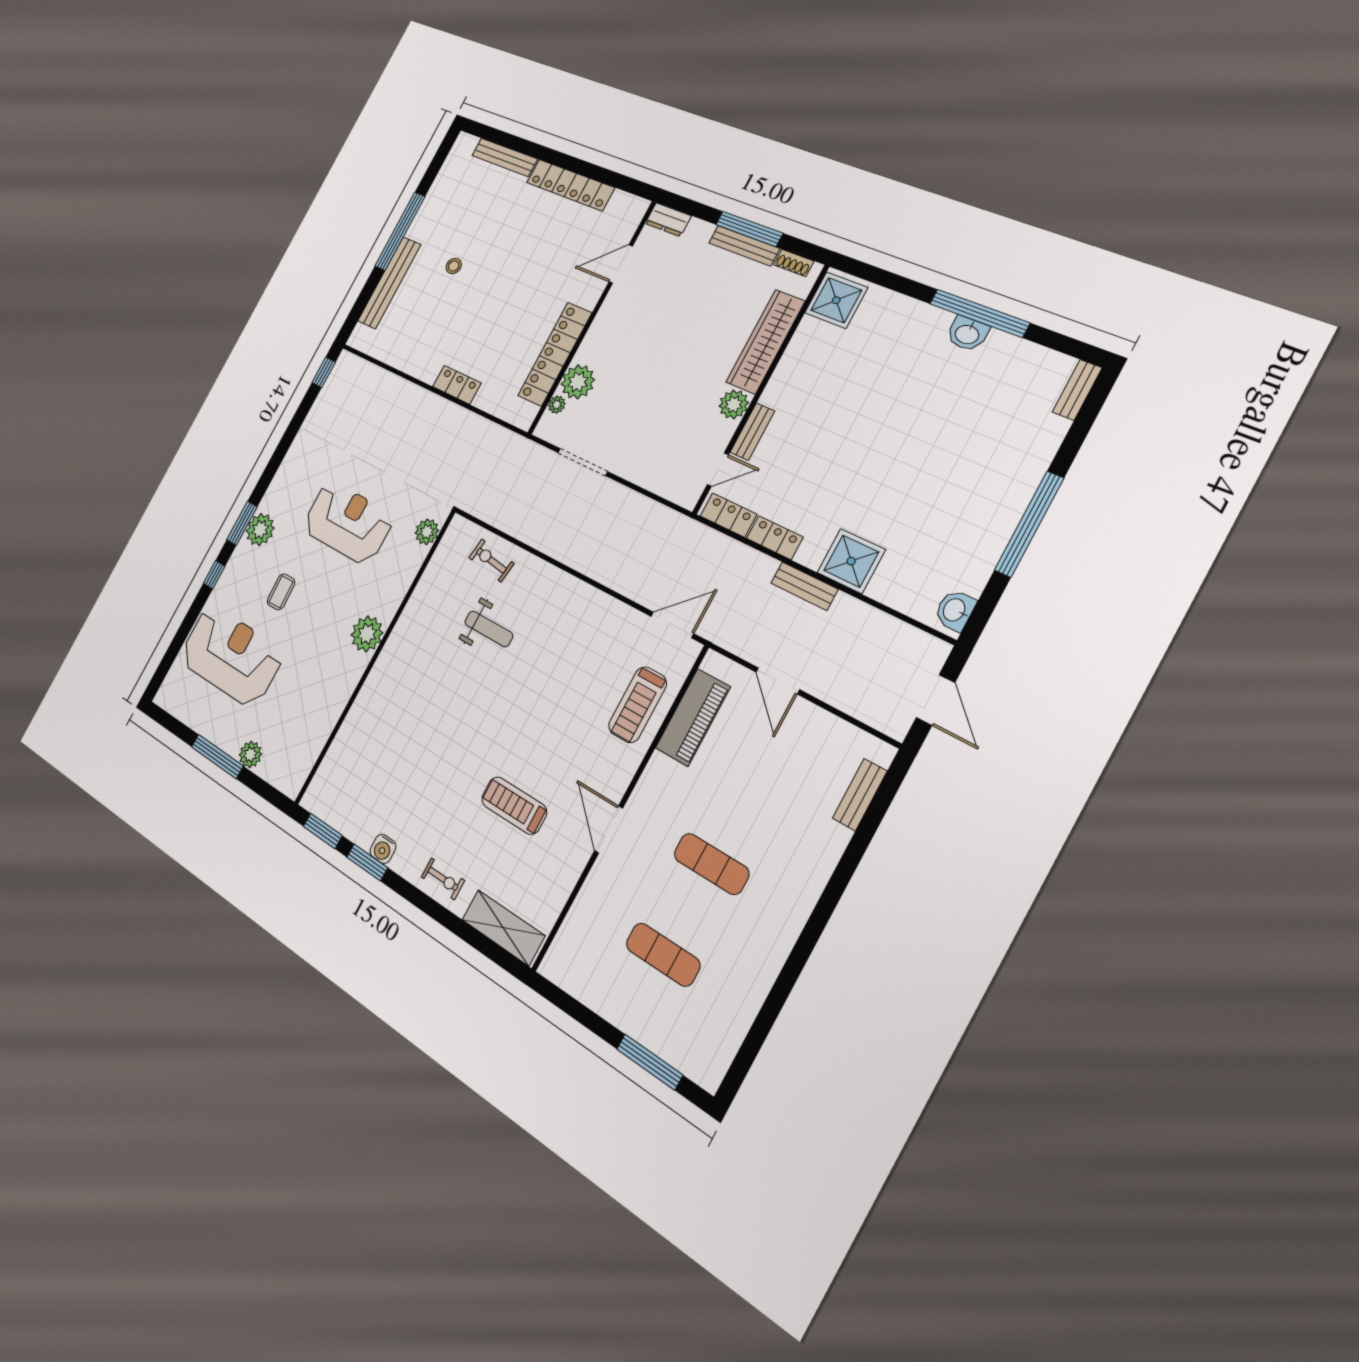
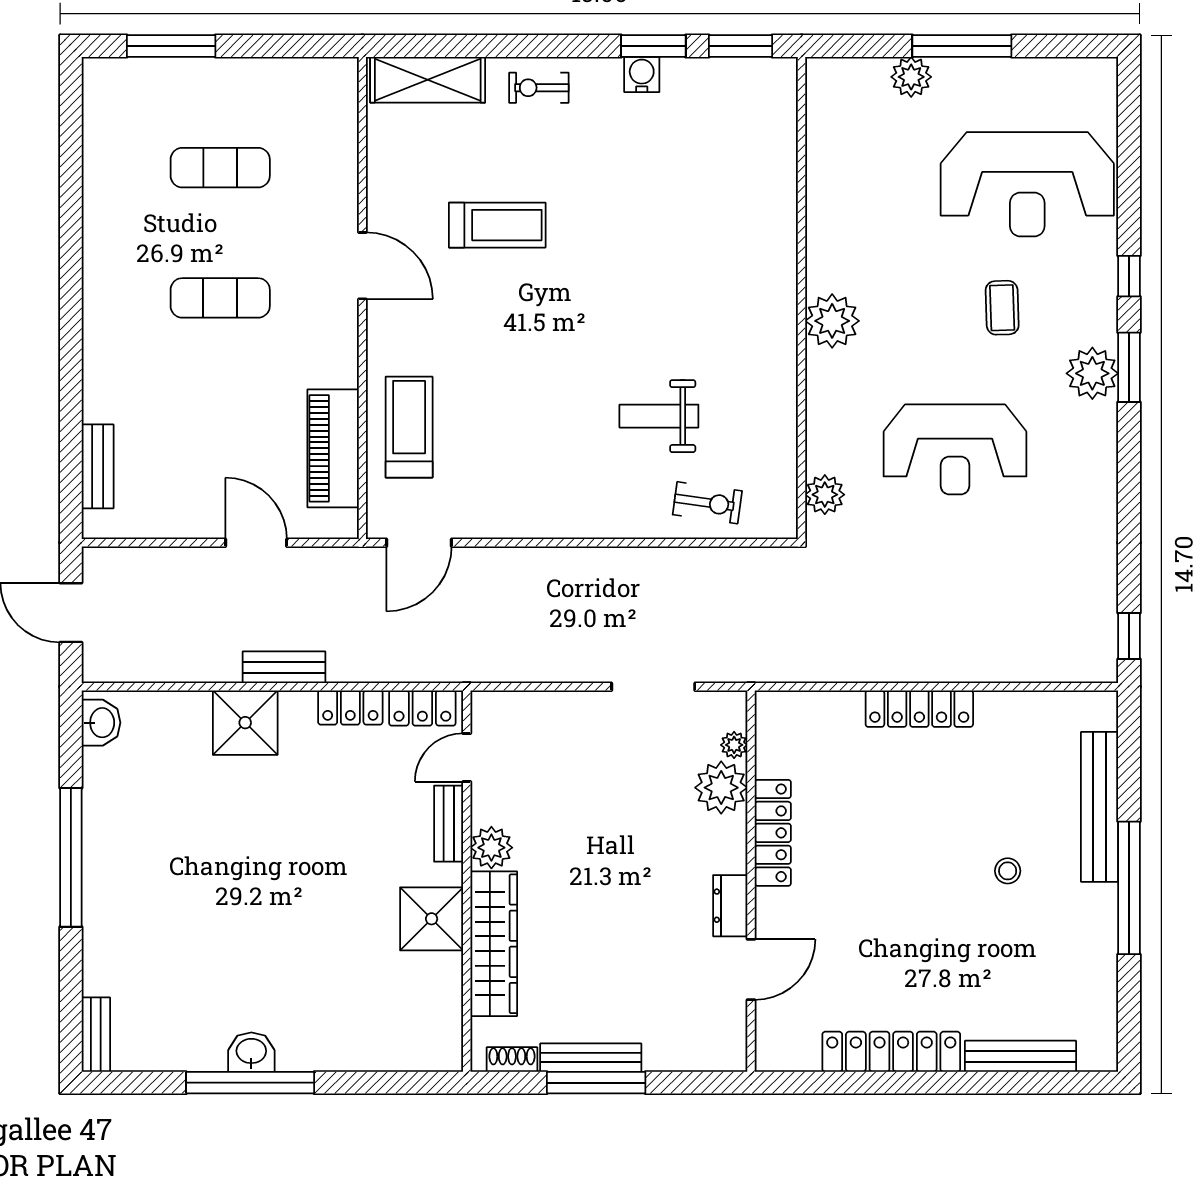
dresser: (668, 220) -> (730, 906), moved, turned -90
shower: (836, 300) -> (432, 919), moved
locker: (555, 354) -> (773, 833), width x0.71, depth x0.83
locker: (457, 385) -> (919, 709), width x1.53

